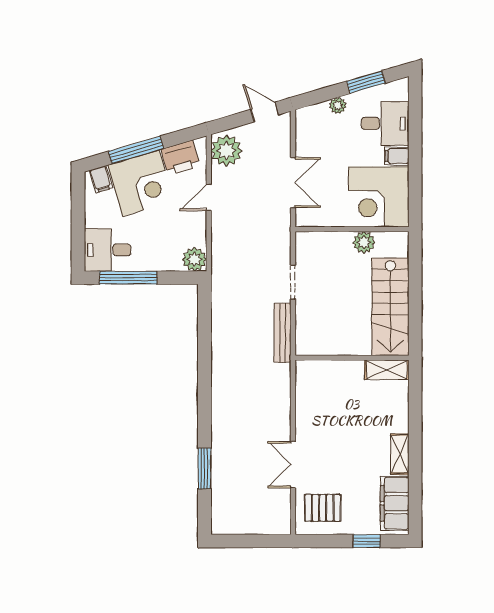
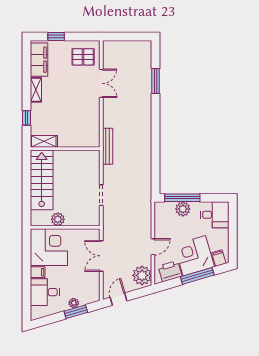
window: (366, 82) -> (76, 312), moved
door: (265, 112) -> (119, 299), swing flipped
plant: (195, 259) -> (183, 209), moved
window: (128, 278) -> (182, 198), moved
bench: (283, 333) -> (108, 146), moved
window: (415, 408) -> (26, 118), added

